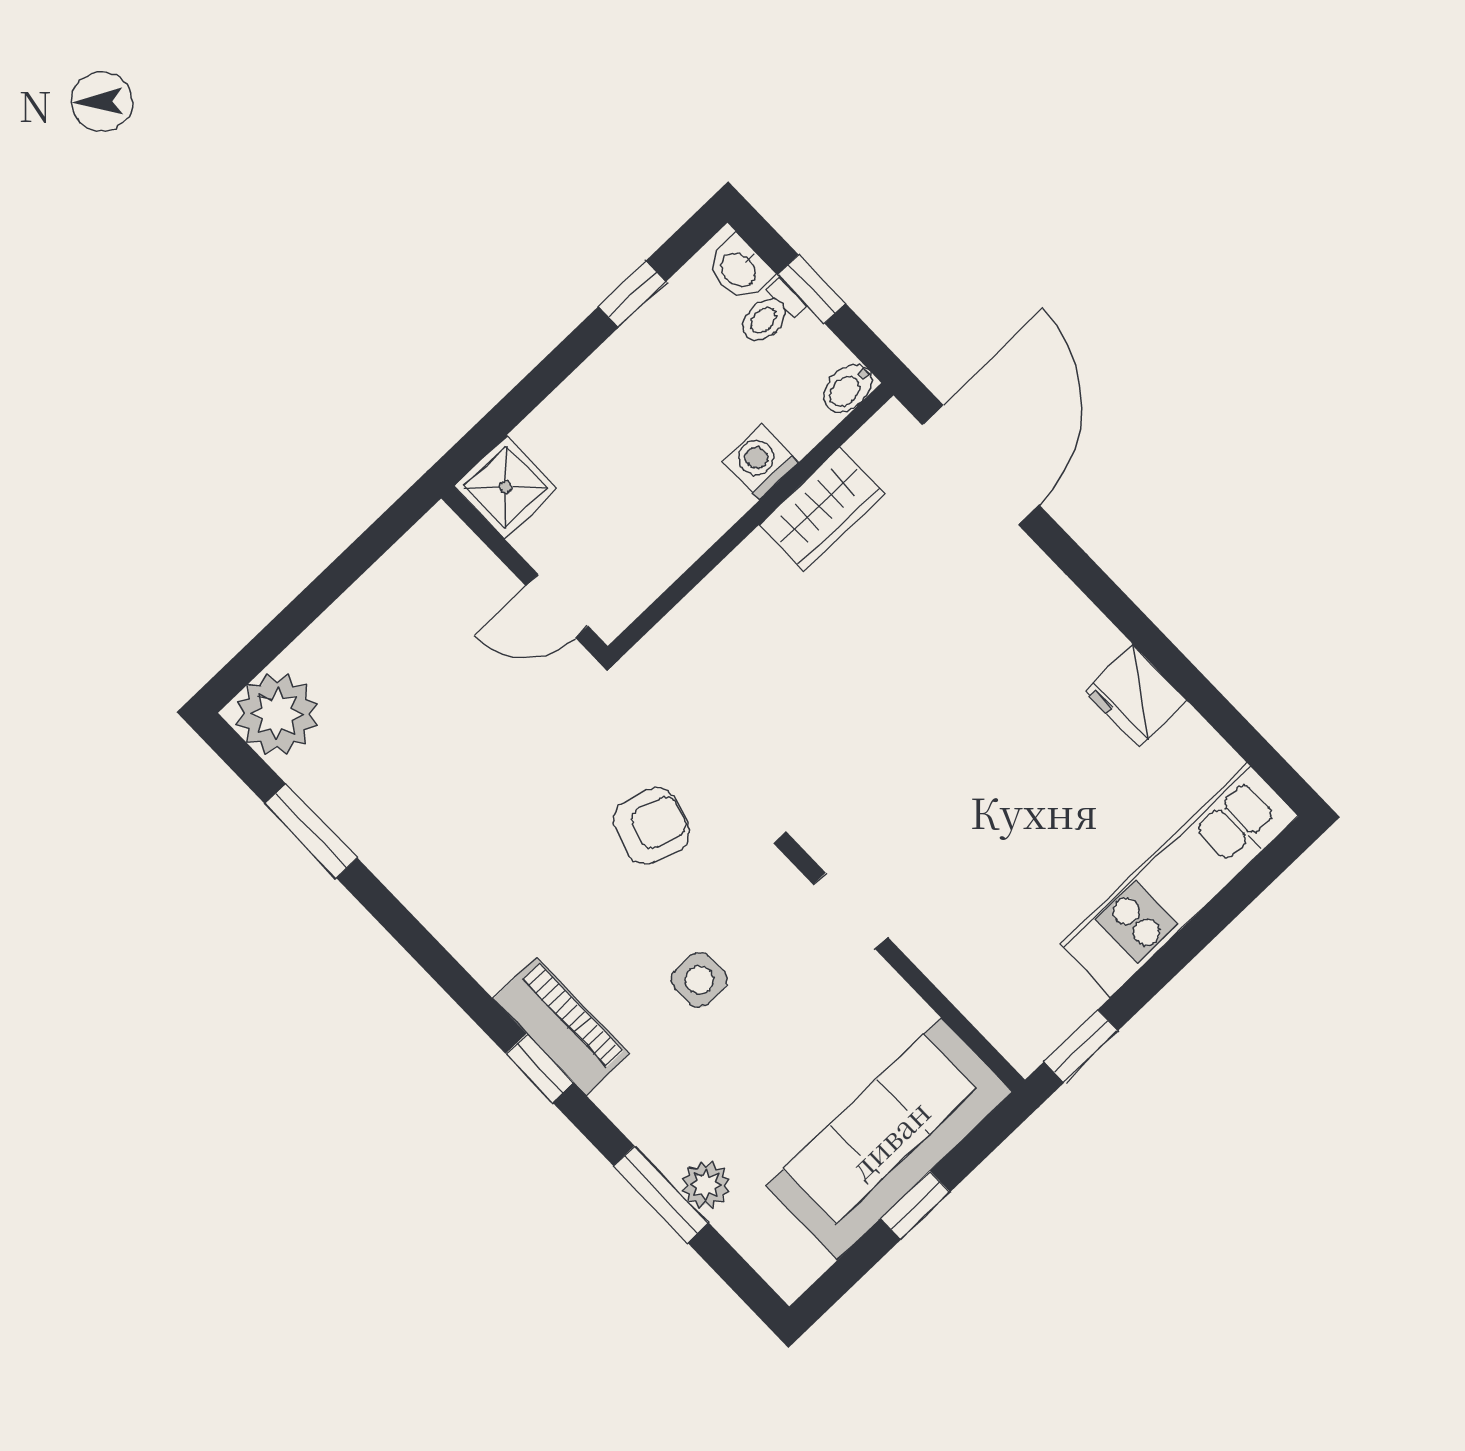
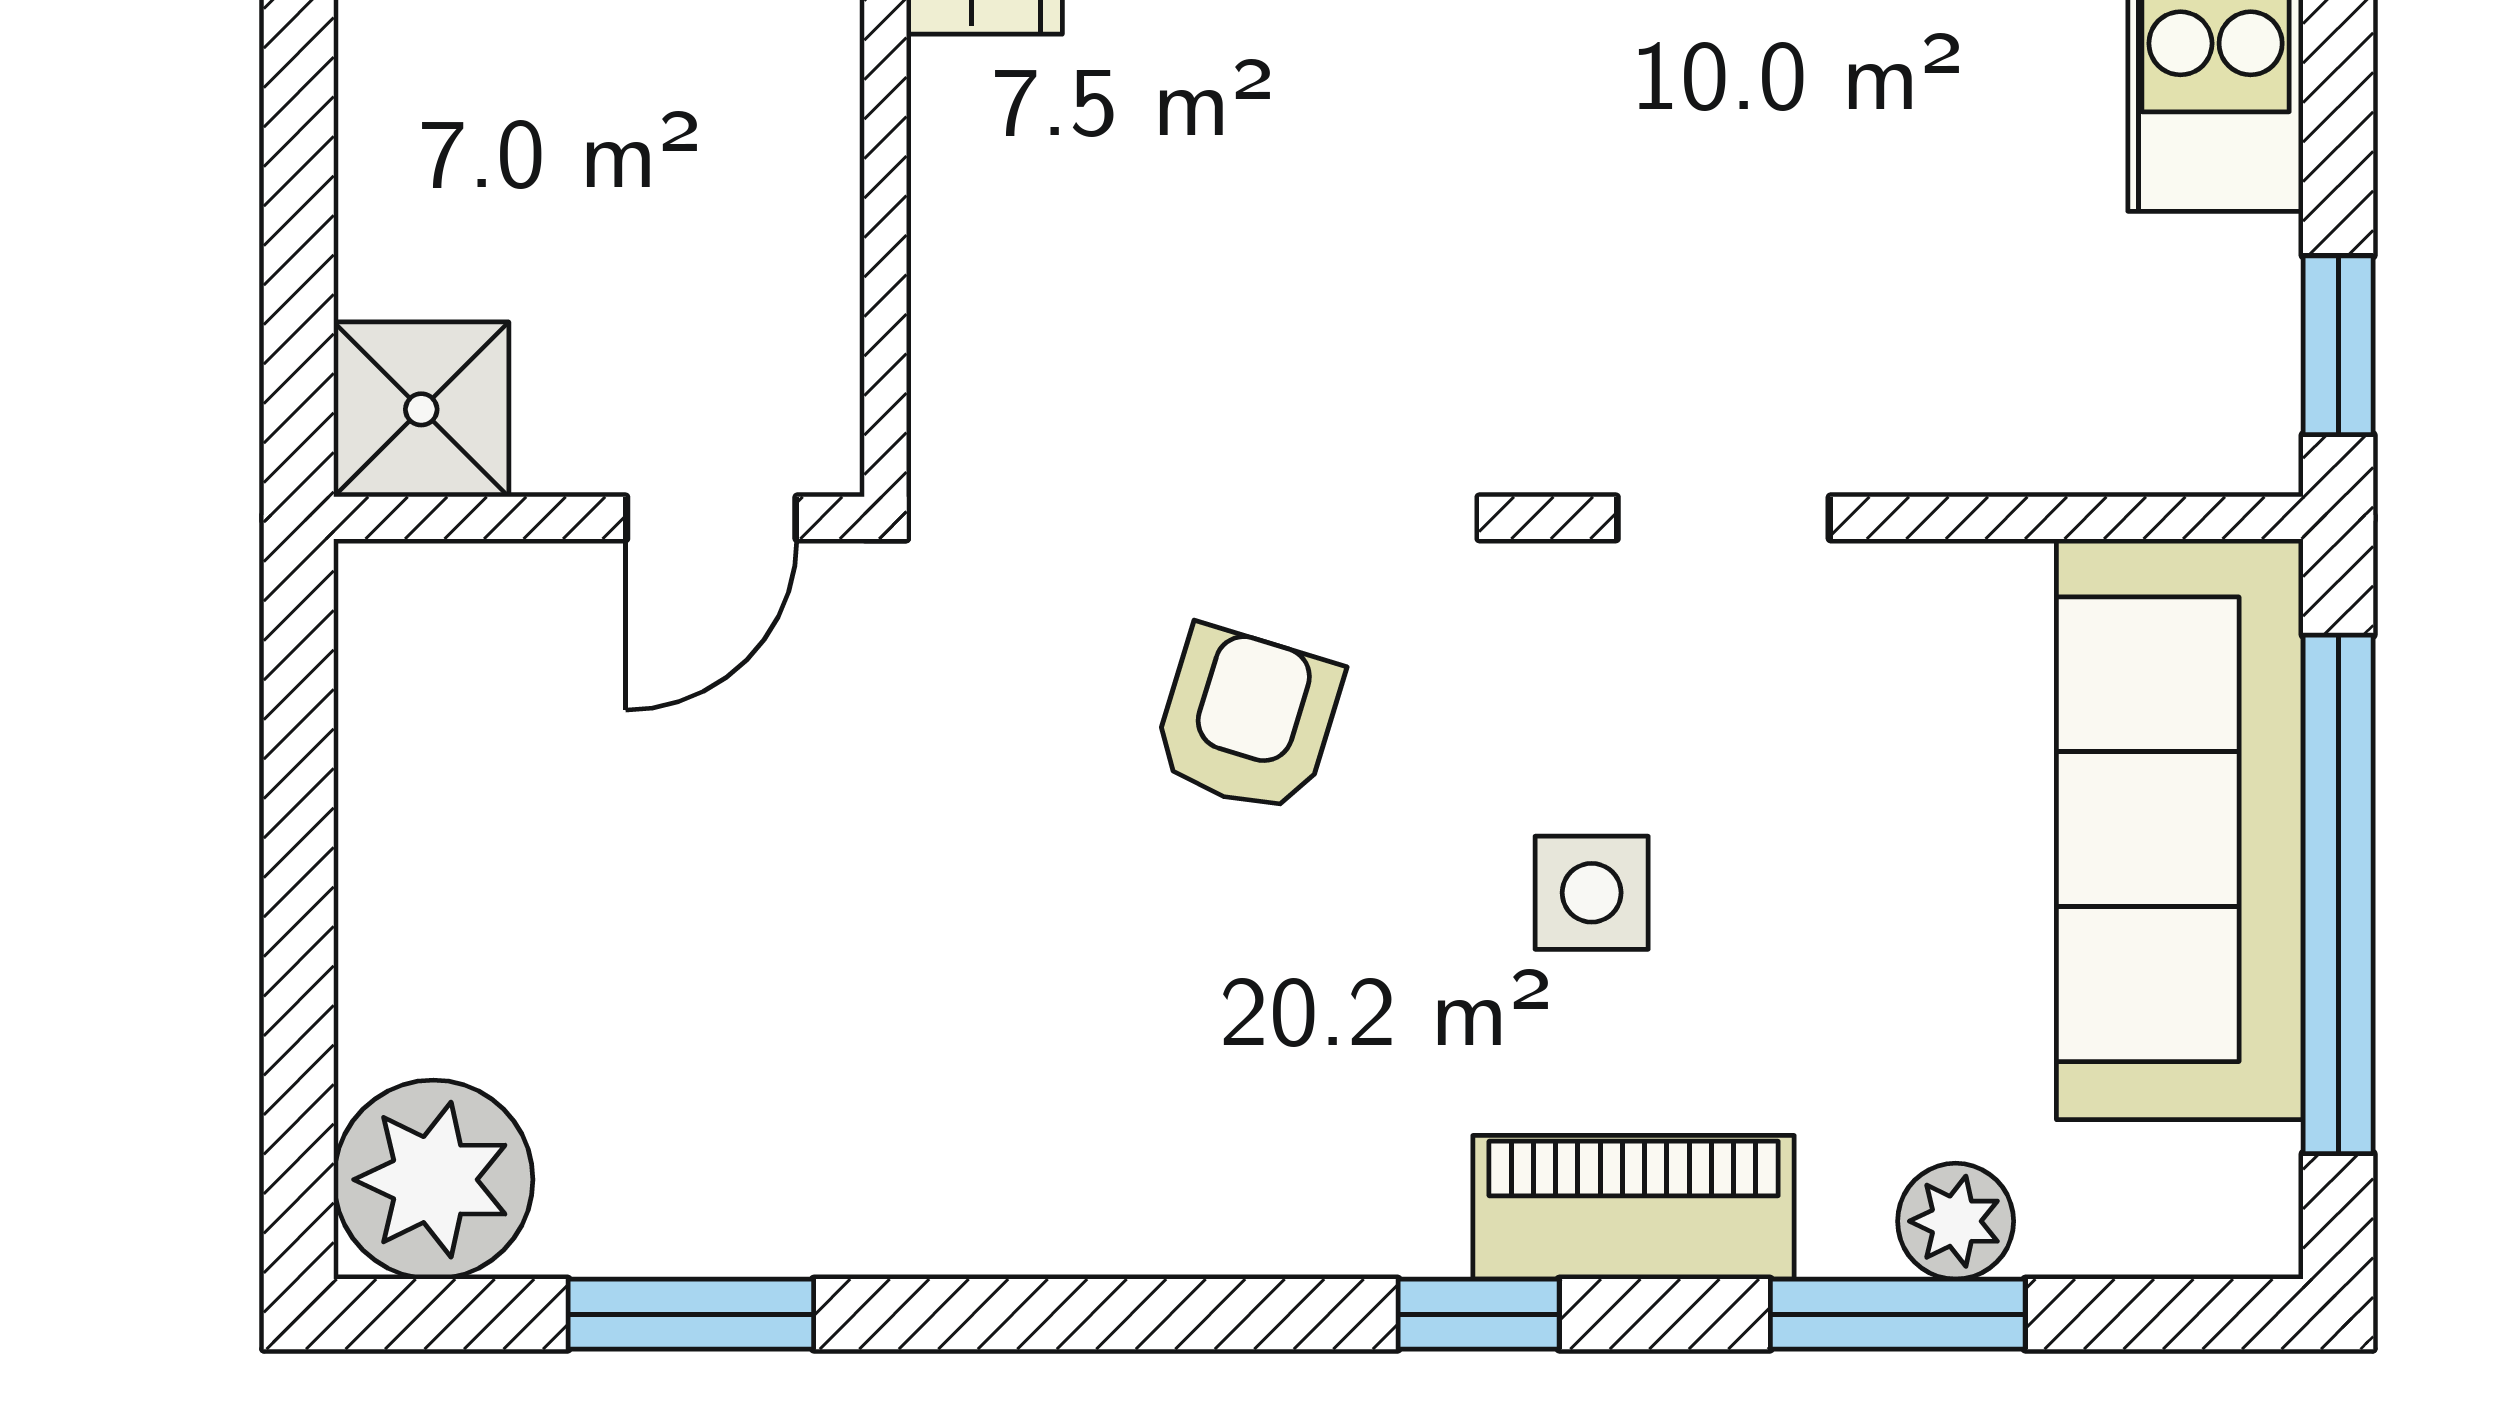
piano: (561, 1026) -> (1634, 1207), moved
window: (915, 1205) -> (2338, 894), width x3.17

